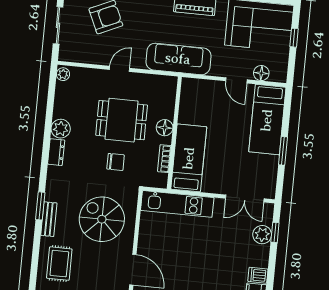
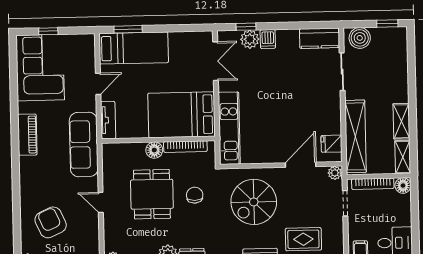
floor lamp: (261, 73) -> (88, 60), removed
tv unit: (200, 86) -> (108, 120), added
window: (283, 151) -> (128, 29), moved
bed: (189, 158) -> (182, 115), width x1.50
bookcase: (164, 159) -> (185, 147), width x1.56
dishwasher: (258, 275) -> (268, 39), moved

